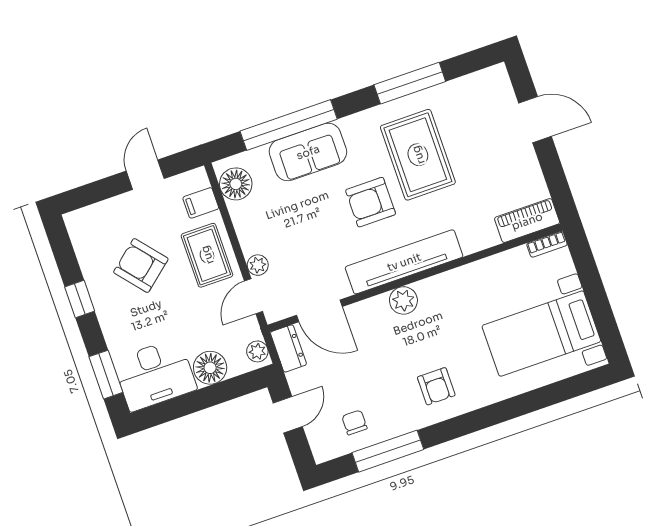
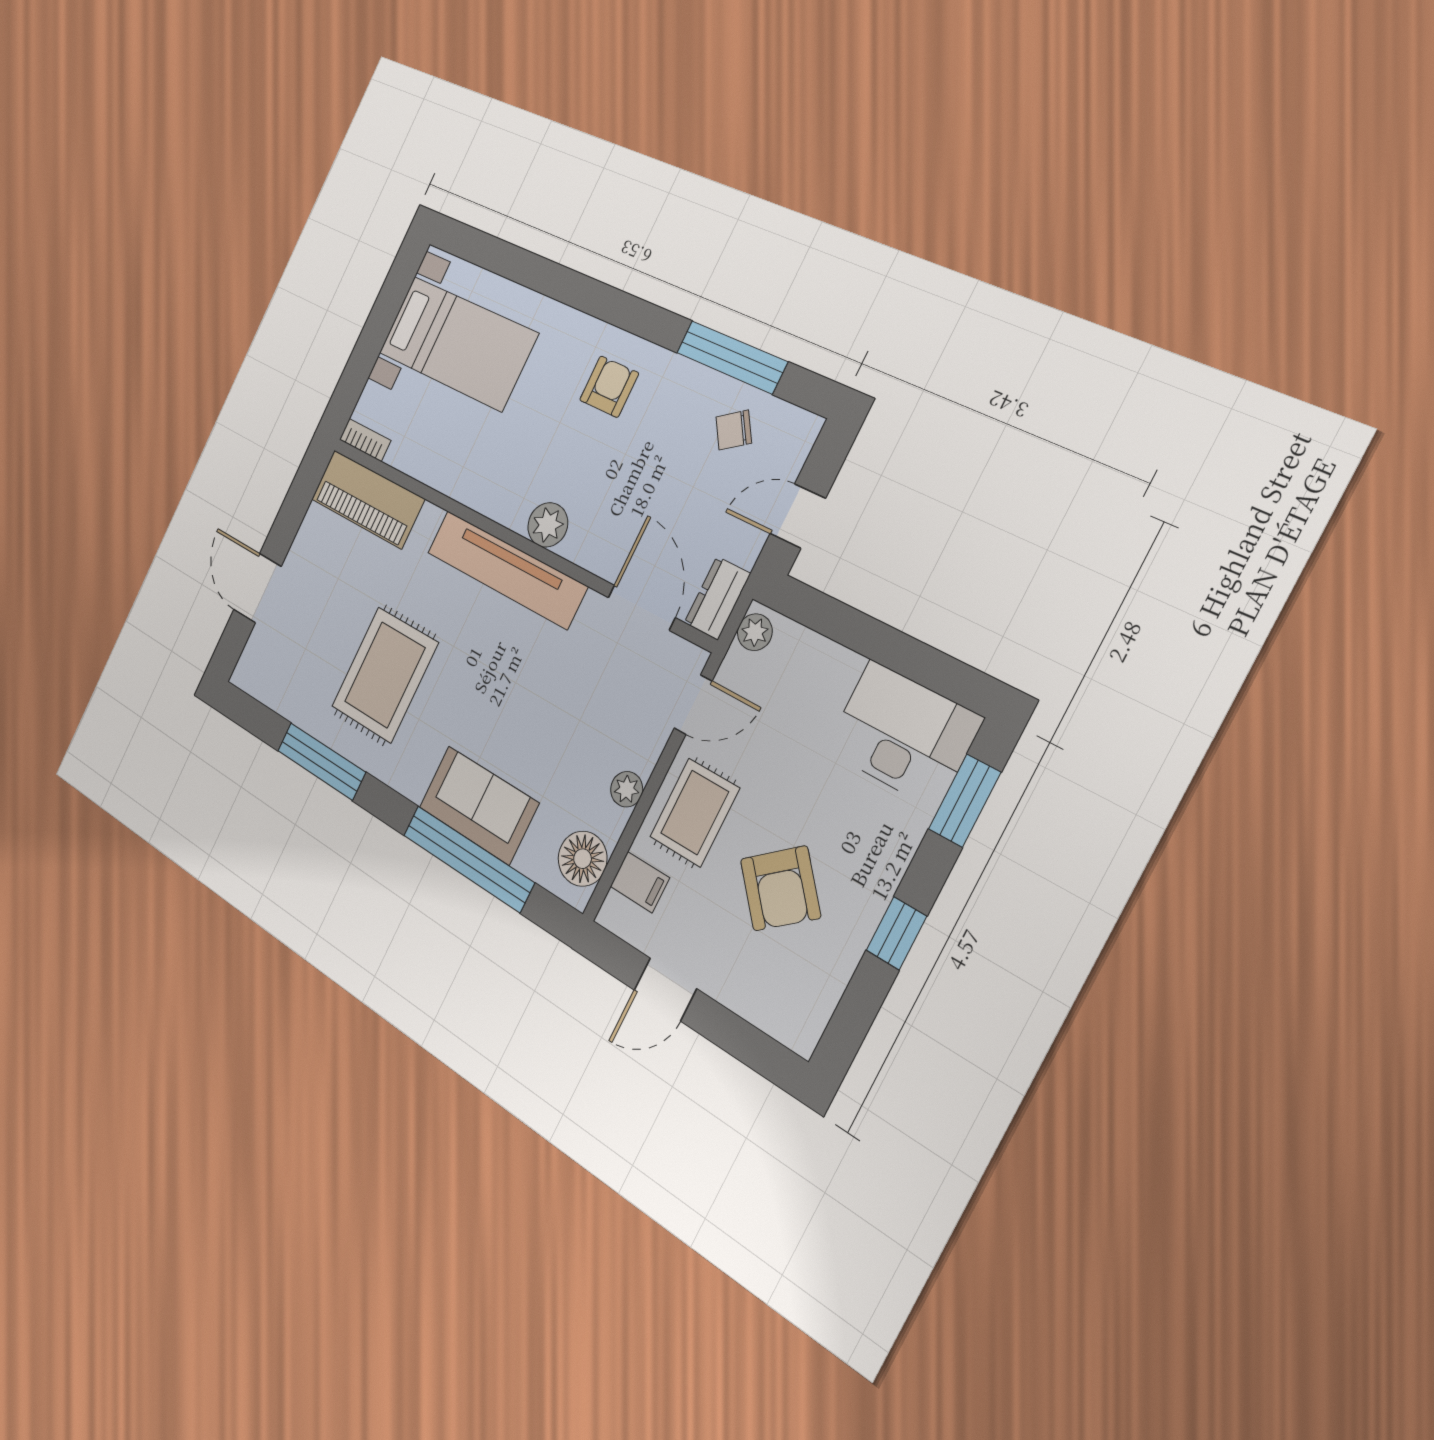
armchair: (371, 202) -> (474, 675), removed
piano: (527, 221) -> (367, 499), width x1.37, depth x1.33
plant: (258, 265) -> (627, 789), moved
floor lamp: (210, 368) -> (828, 671), removed
chair: (354, 422) -> (734, 430), turned 56

